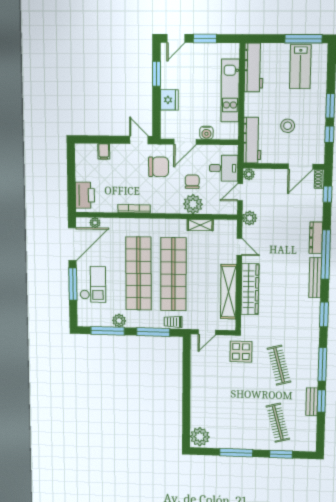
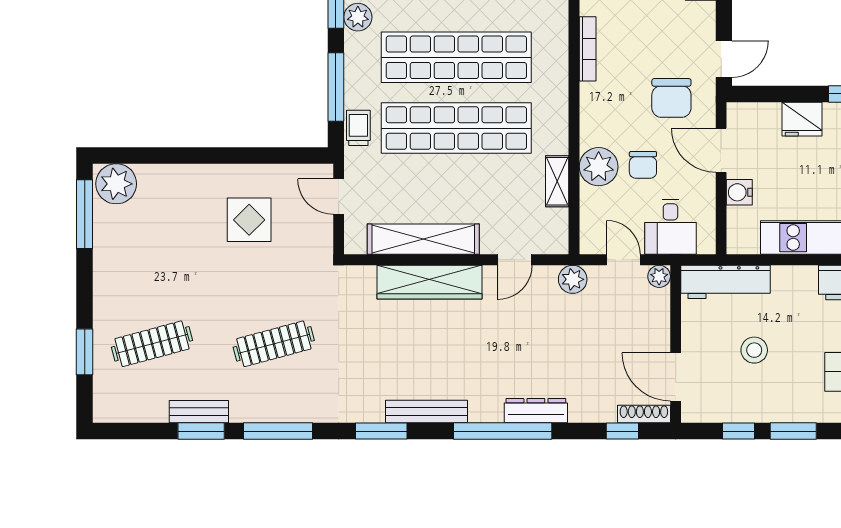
shoe rack: (319, 179) -> (644, 414), width x1.43
chair: (192, 182) -> (643, 165), turned 90
bench: (315, 278) -> (426, 412), moved
display table: (241, 352) -> (249, 220), moved
window: (236, 453) -> (85, 214), moved

